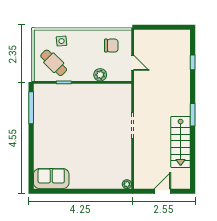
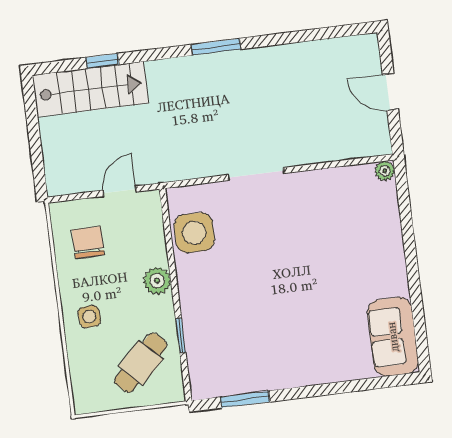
side table: (62, 41) -> (89, 317), moved
plant: (100, 75) -> (157, 281), moved
side table: (110, 94) -> (194, 233), added
window: (31, 108) -> (245, 399), width x0.69
stairs: (181, 142) -> (90, 89), moved

